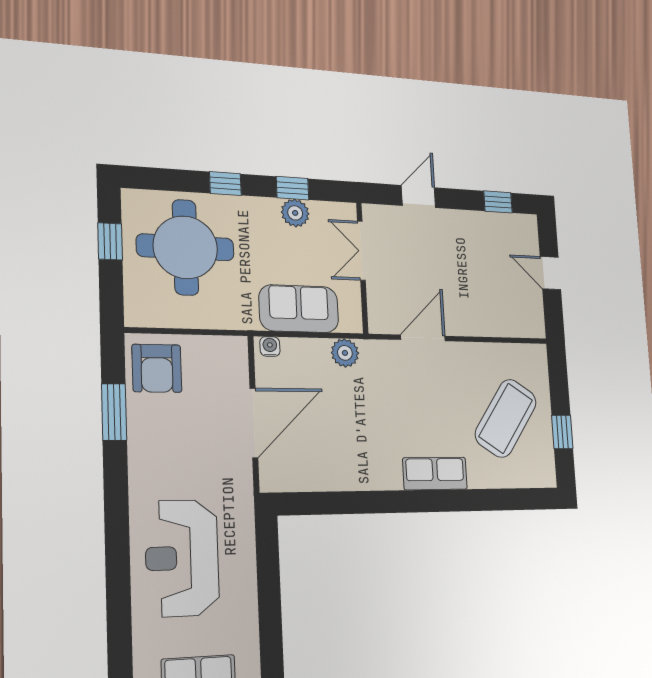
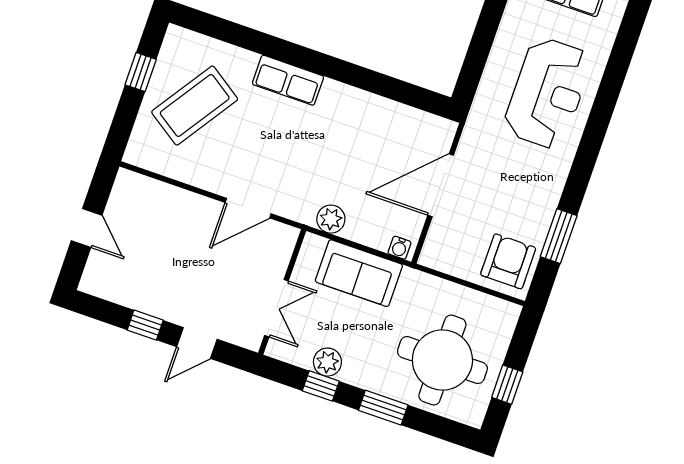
window: (225, 184) -> (383, 408), width x1.50
window: (498, 202) -> (145, 325), moved

